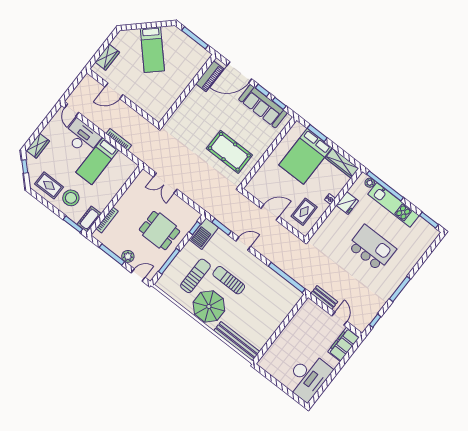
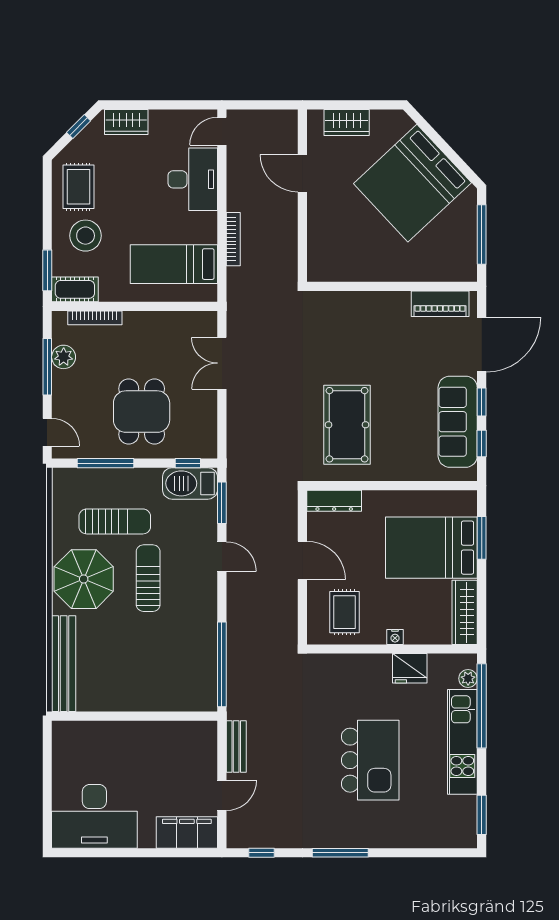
bed: (152, 50) -> (412, 183), width x2.04
door: (239, 72) -> (482, 345), swing flipped
bed: (97, 161) -> (174, 264), moved
dresser: (256, 181) -> (334, 501), added
rug: (304, 212) -> (344, 612), turned 90
plant: (128, 256) -> (64, 357), moved

